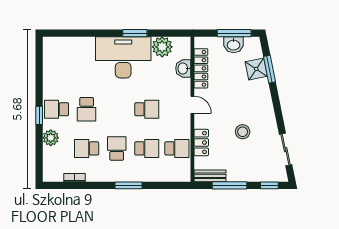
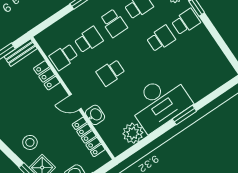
window: (135, 33) -> (184, 115), moved
washbasin: (183, 68) -> (95, 115), moved
school desk: (87, 109) -> (161, 39), turned 90
stool: (243, 132) -> (30, 142), moved
school desk: (147, 148) -> (89, 40), turned 180

